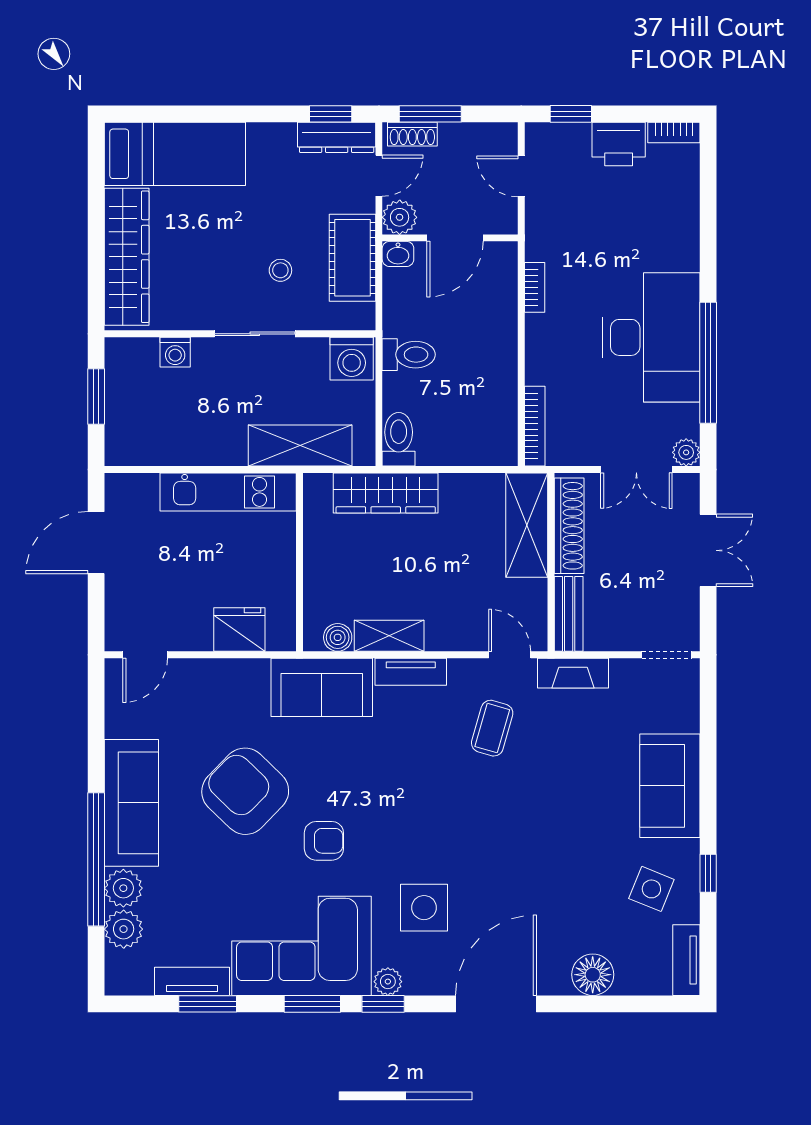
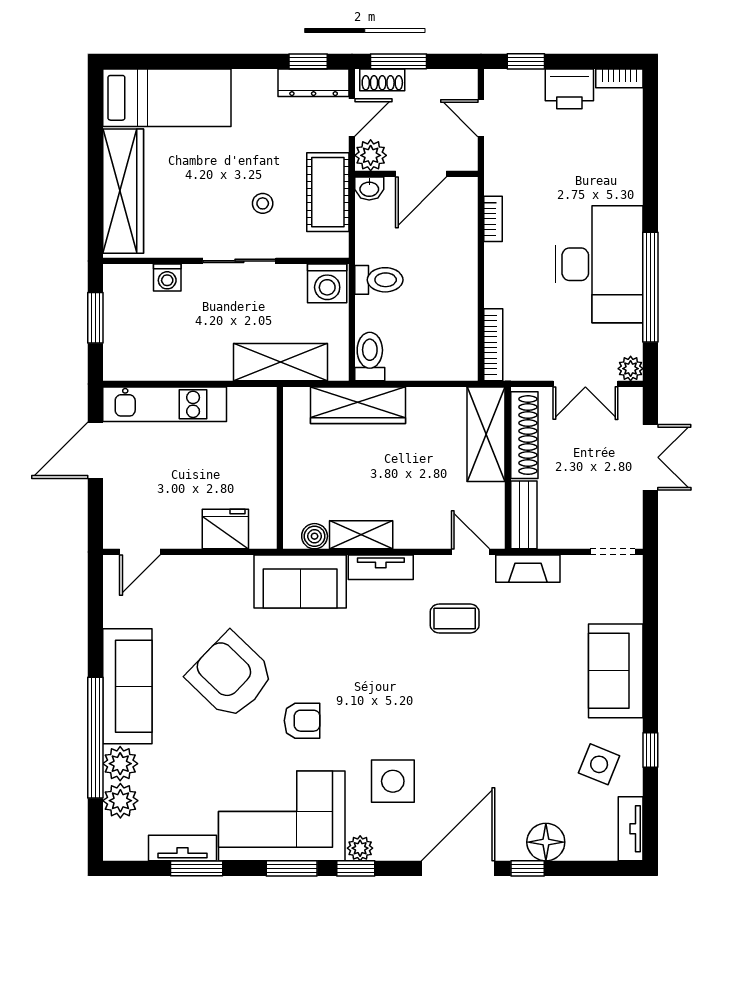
kitchen unit: (228, 492) -> (165, 404), moved
coffee table: (492, 728) -> (455, 618), turned 74
window: (573, 1004) -> (528, 868), added

